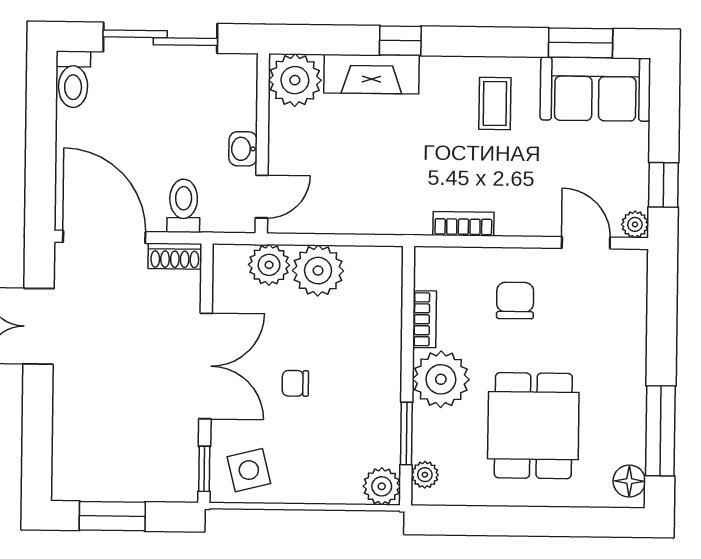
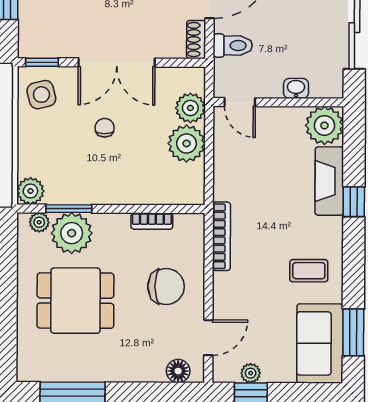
washbasin: (243, 149) -> (296, 88), moved
bookcase: (463, 224) -> (221, 236), width x1.56
plant: (635, 224) -> (251, 373), moved
chair: (515, 300) -> (166, 287), width x1.37, depth x1.37
plant: (441, 379) -> (72, 233), moved
floor lamp: (629, 481) -> (178, 371), moved

